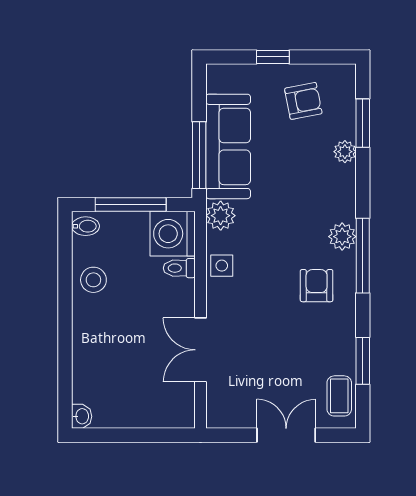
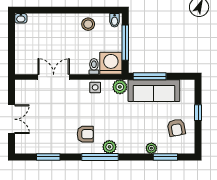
coffee table: (339, 396) -> (31, 145), removed

